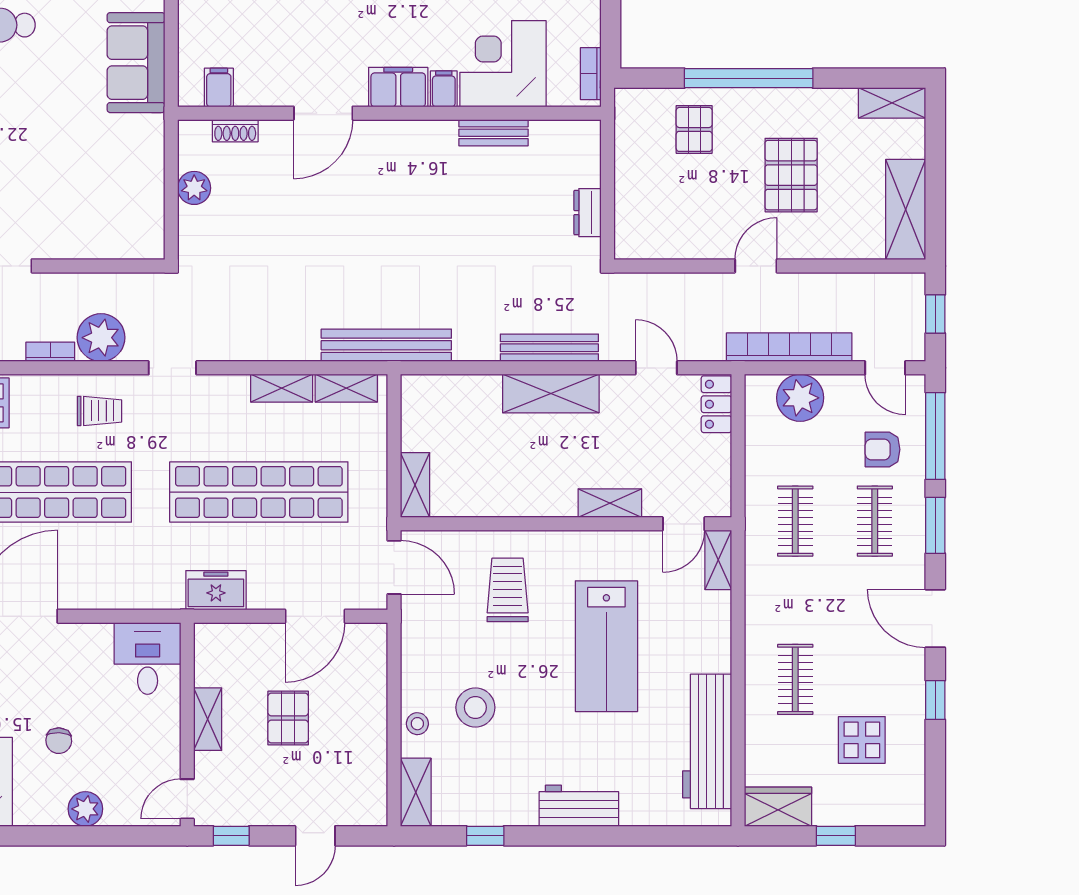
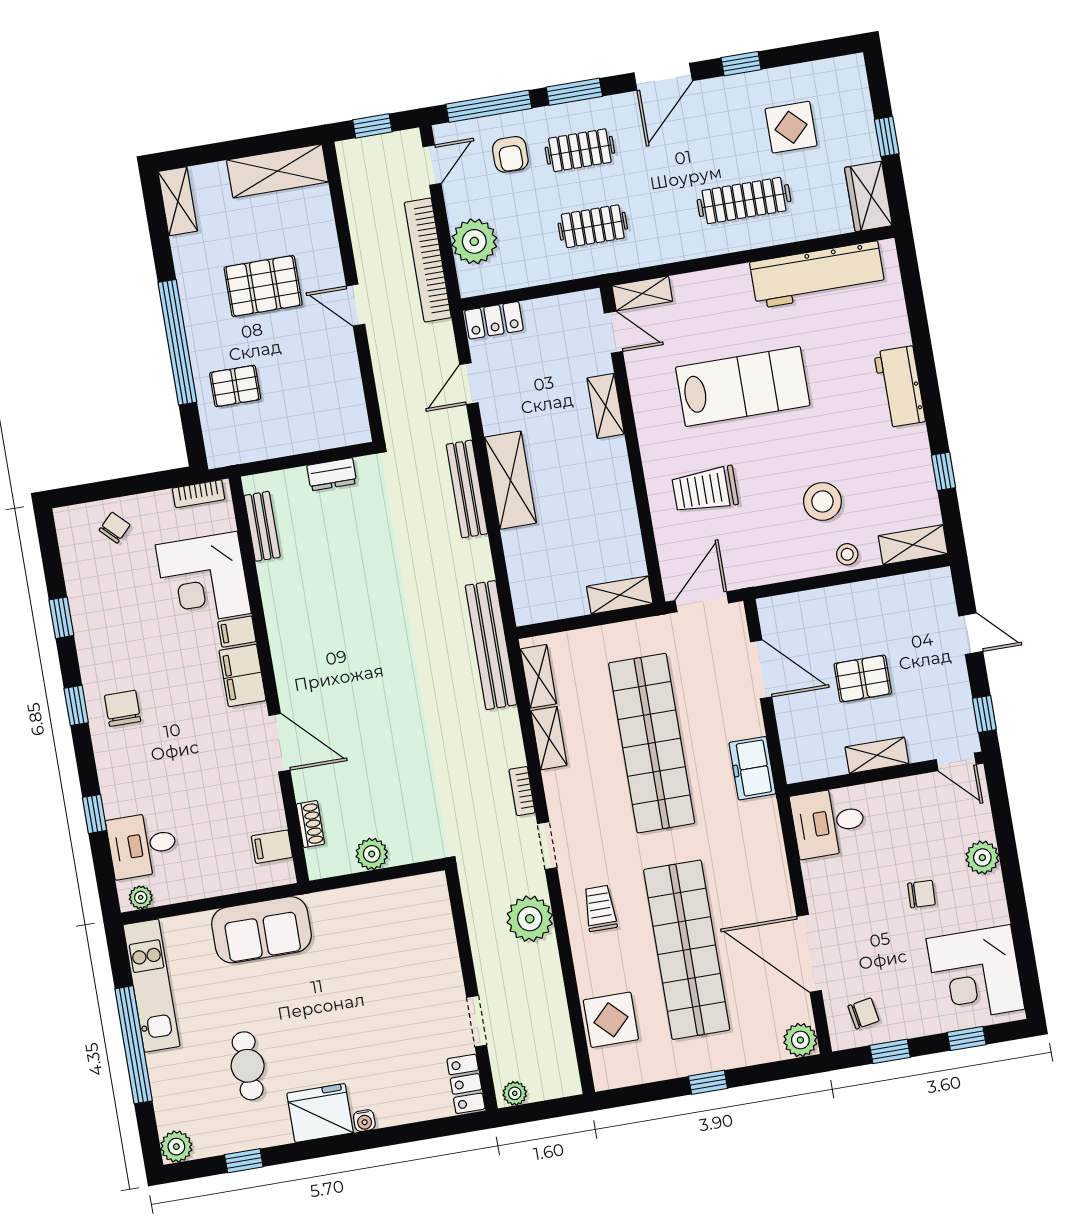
bench: (493, 133) -> (262, 526), moved
bookcase: (50, 352) -> (522, 791), moved
clothes rail: (795, 679) -> (744, 201), width x1.36

